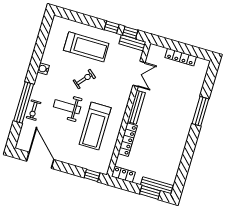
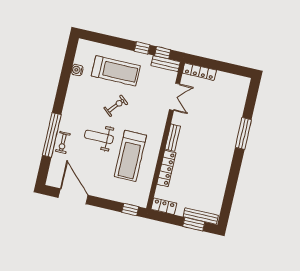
locker: (181, 57) -> (199, 72), moved
water cooler: (43, 69) -> (77, 70), moved
bench: (136, 107) -> (173, 138), width x0.73

